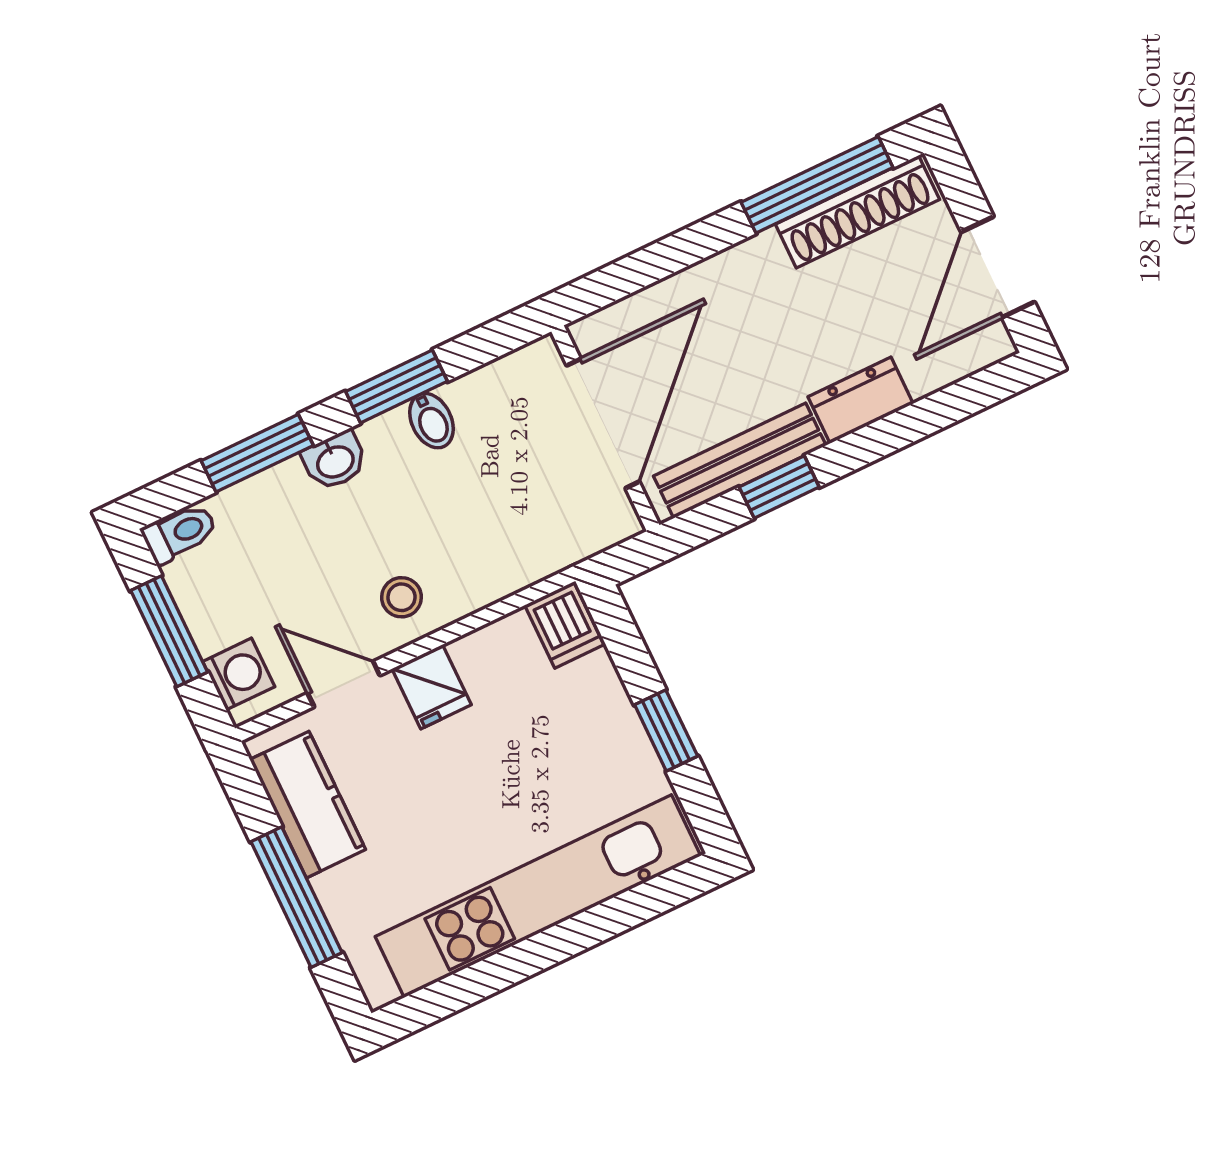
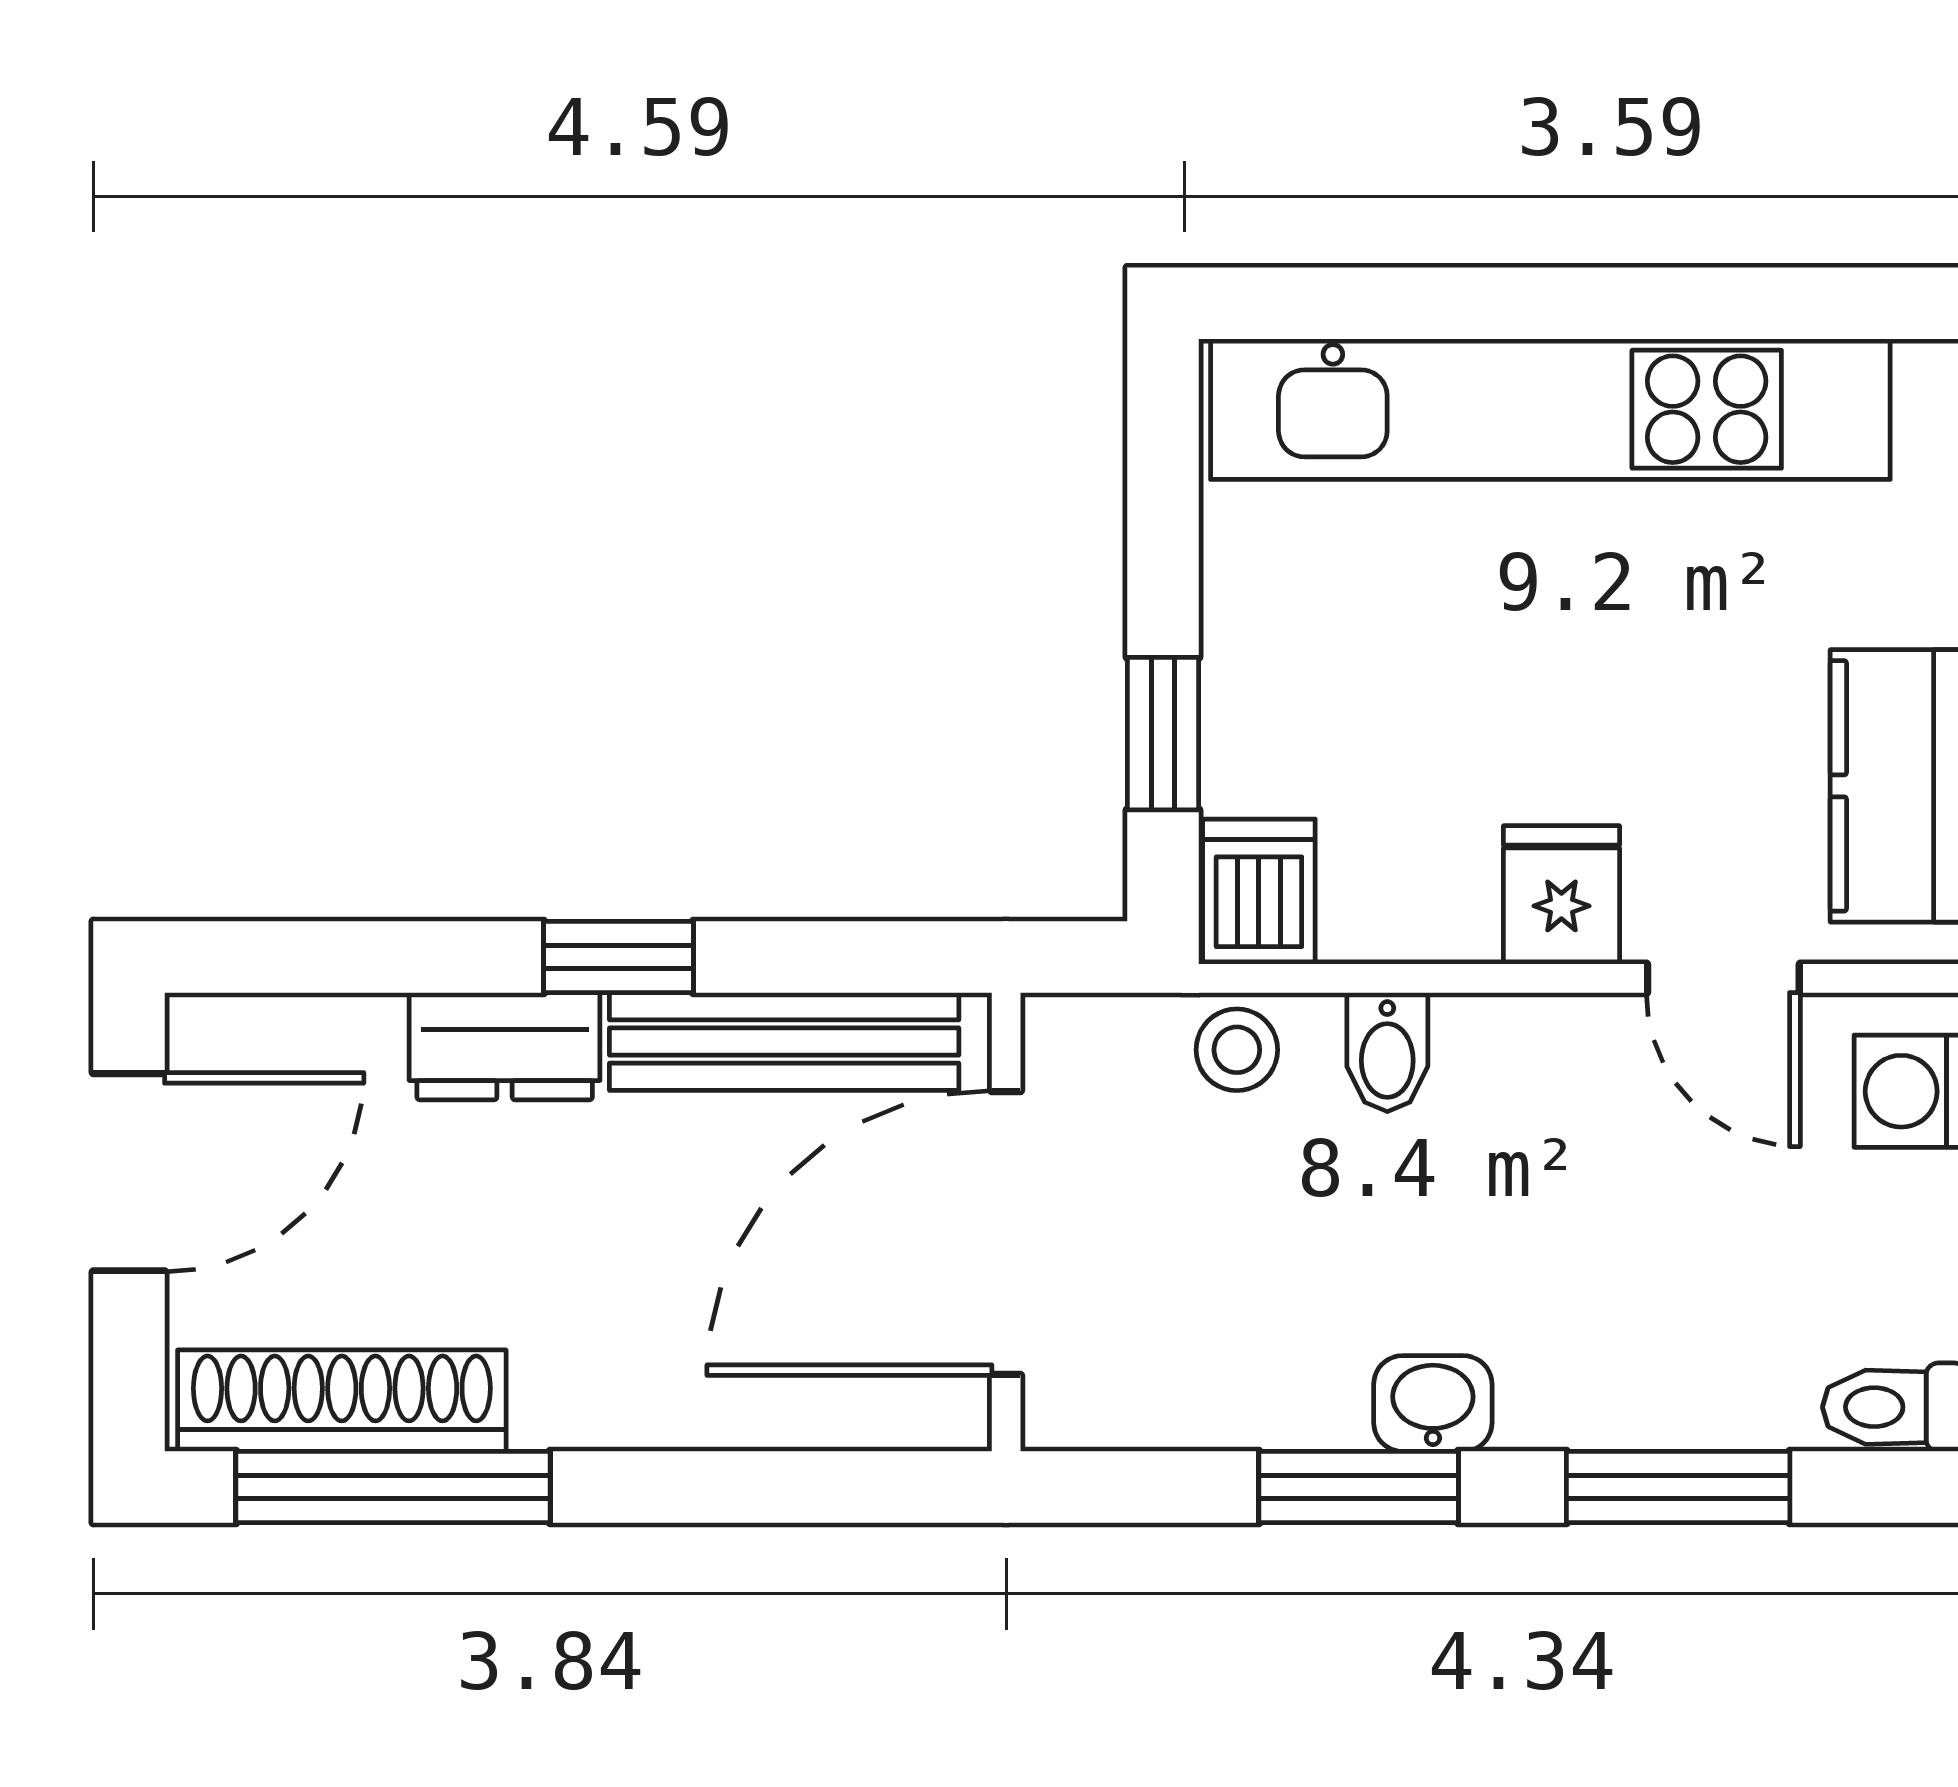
bidet: (431, 421) -> (1387, 1052), moved, turned 180
washbasin: (335, 461) -> (1433, 1404), moved
window: (779, 487) -> (619, 957), moved
stool: (402, 597) -> (1237, 1050), moved
window: (666, 730) -> (1163, 734), moved

